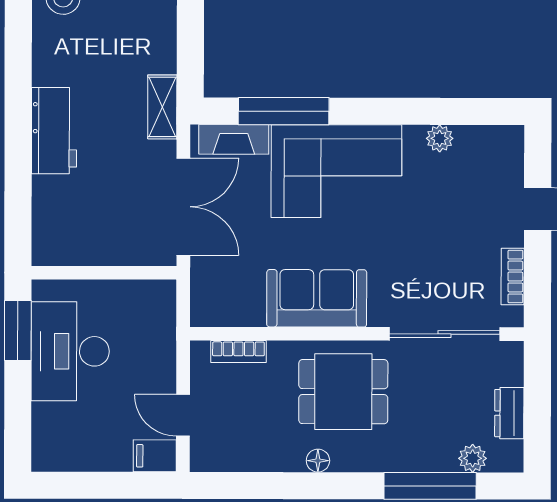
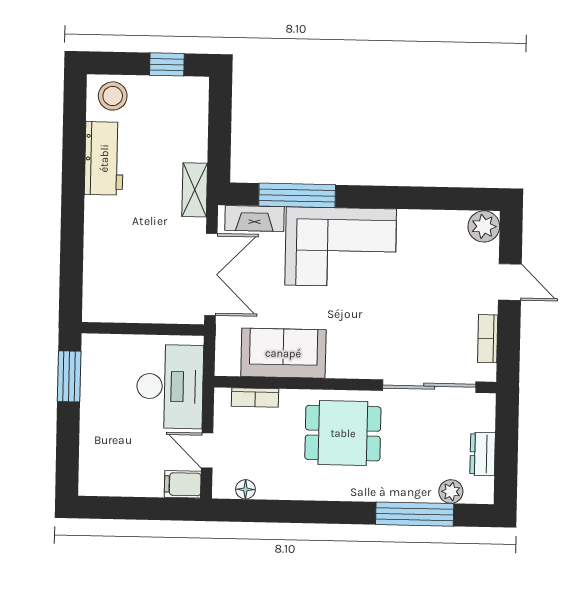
workbench: (54, 131) -> (104, 158), moved
plant: (440, 138) -> (484, 226), moved, width x1.38, depth x1.38
sofa: (317, 298) -> (283, 353), moved
desk: (70, 351) -> (170, 386), moved, turned 180
floor lamp: (318, 461) -> (245, 489), moved

